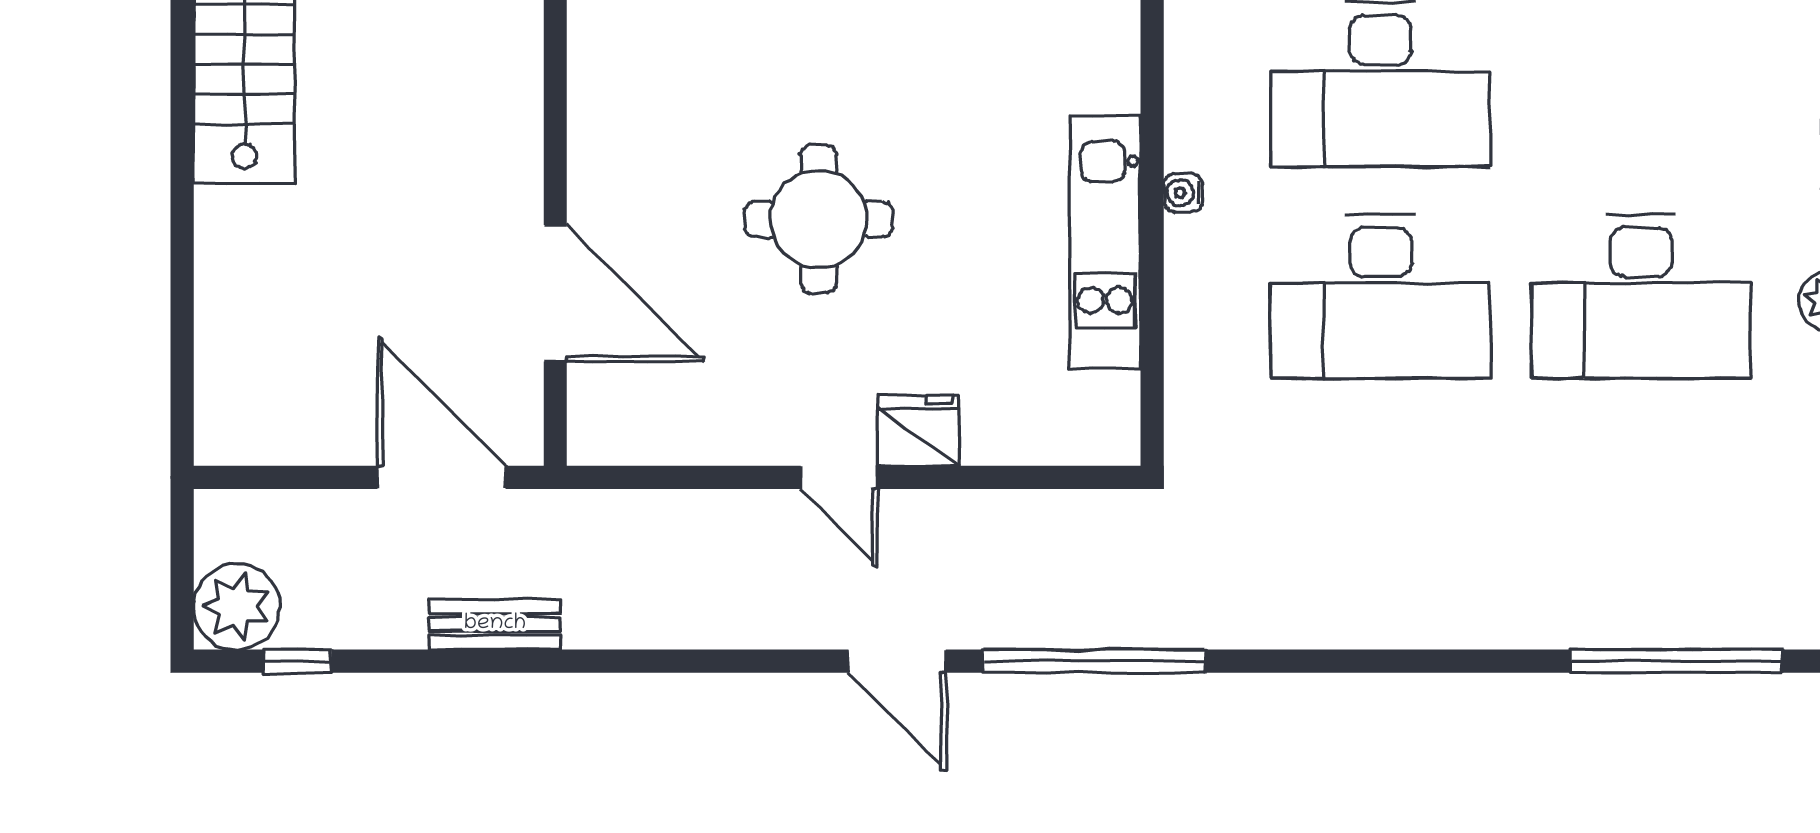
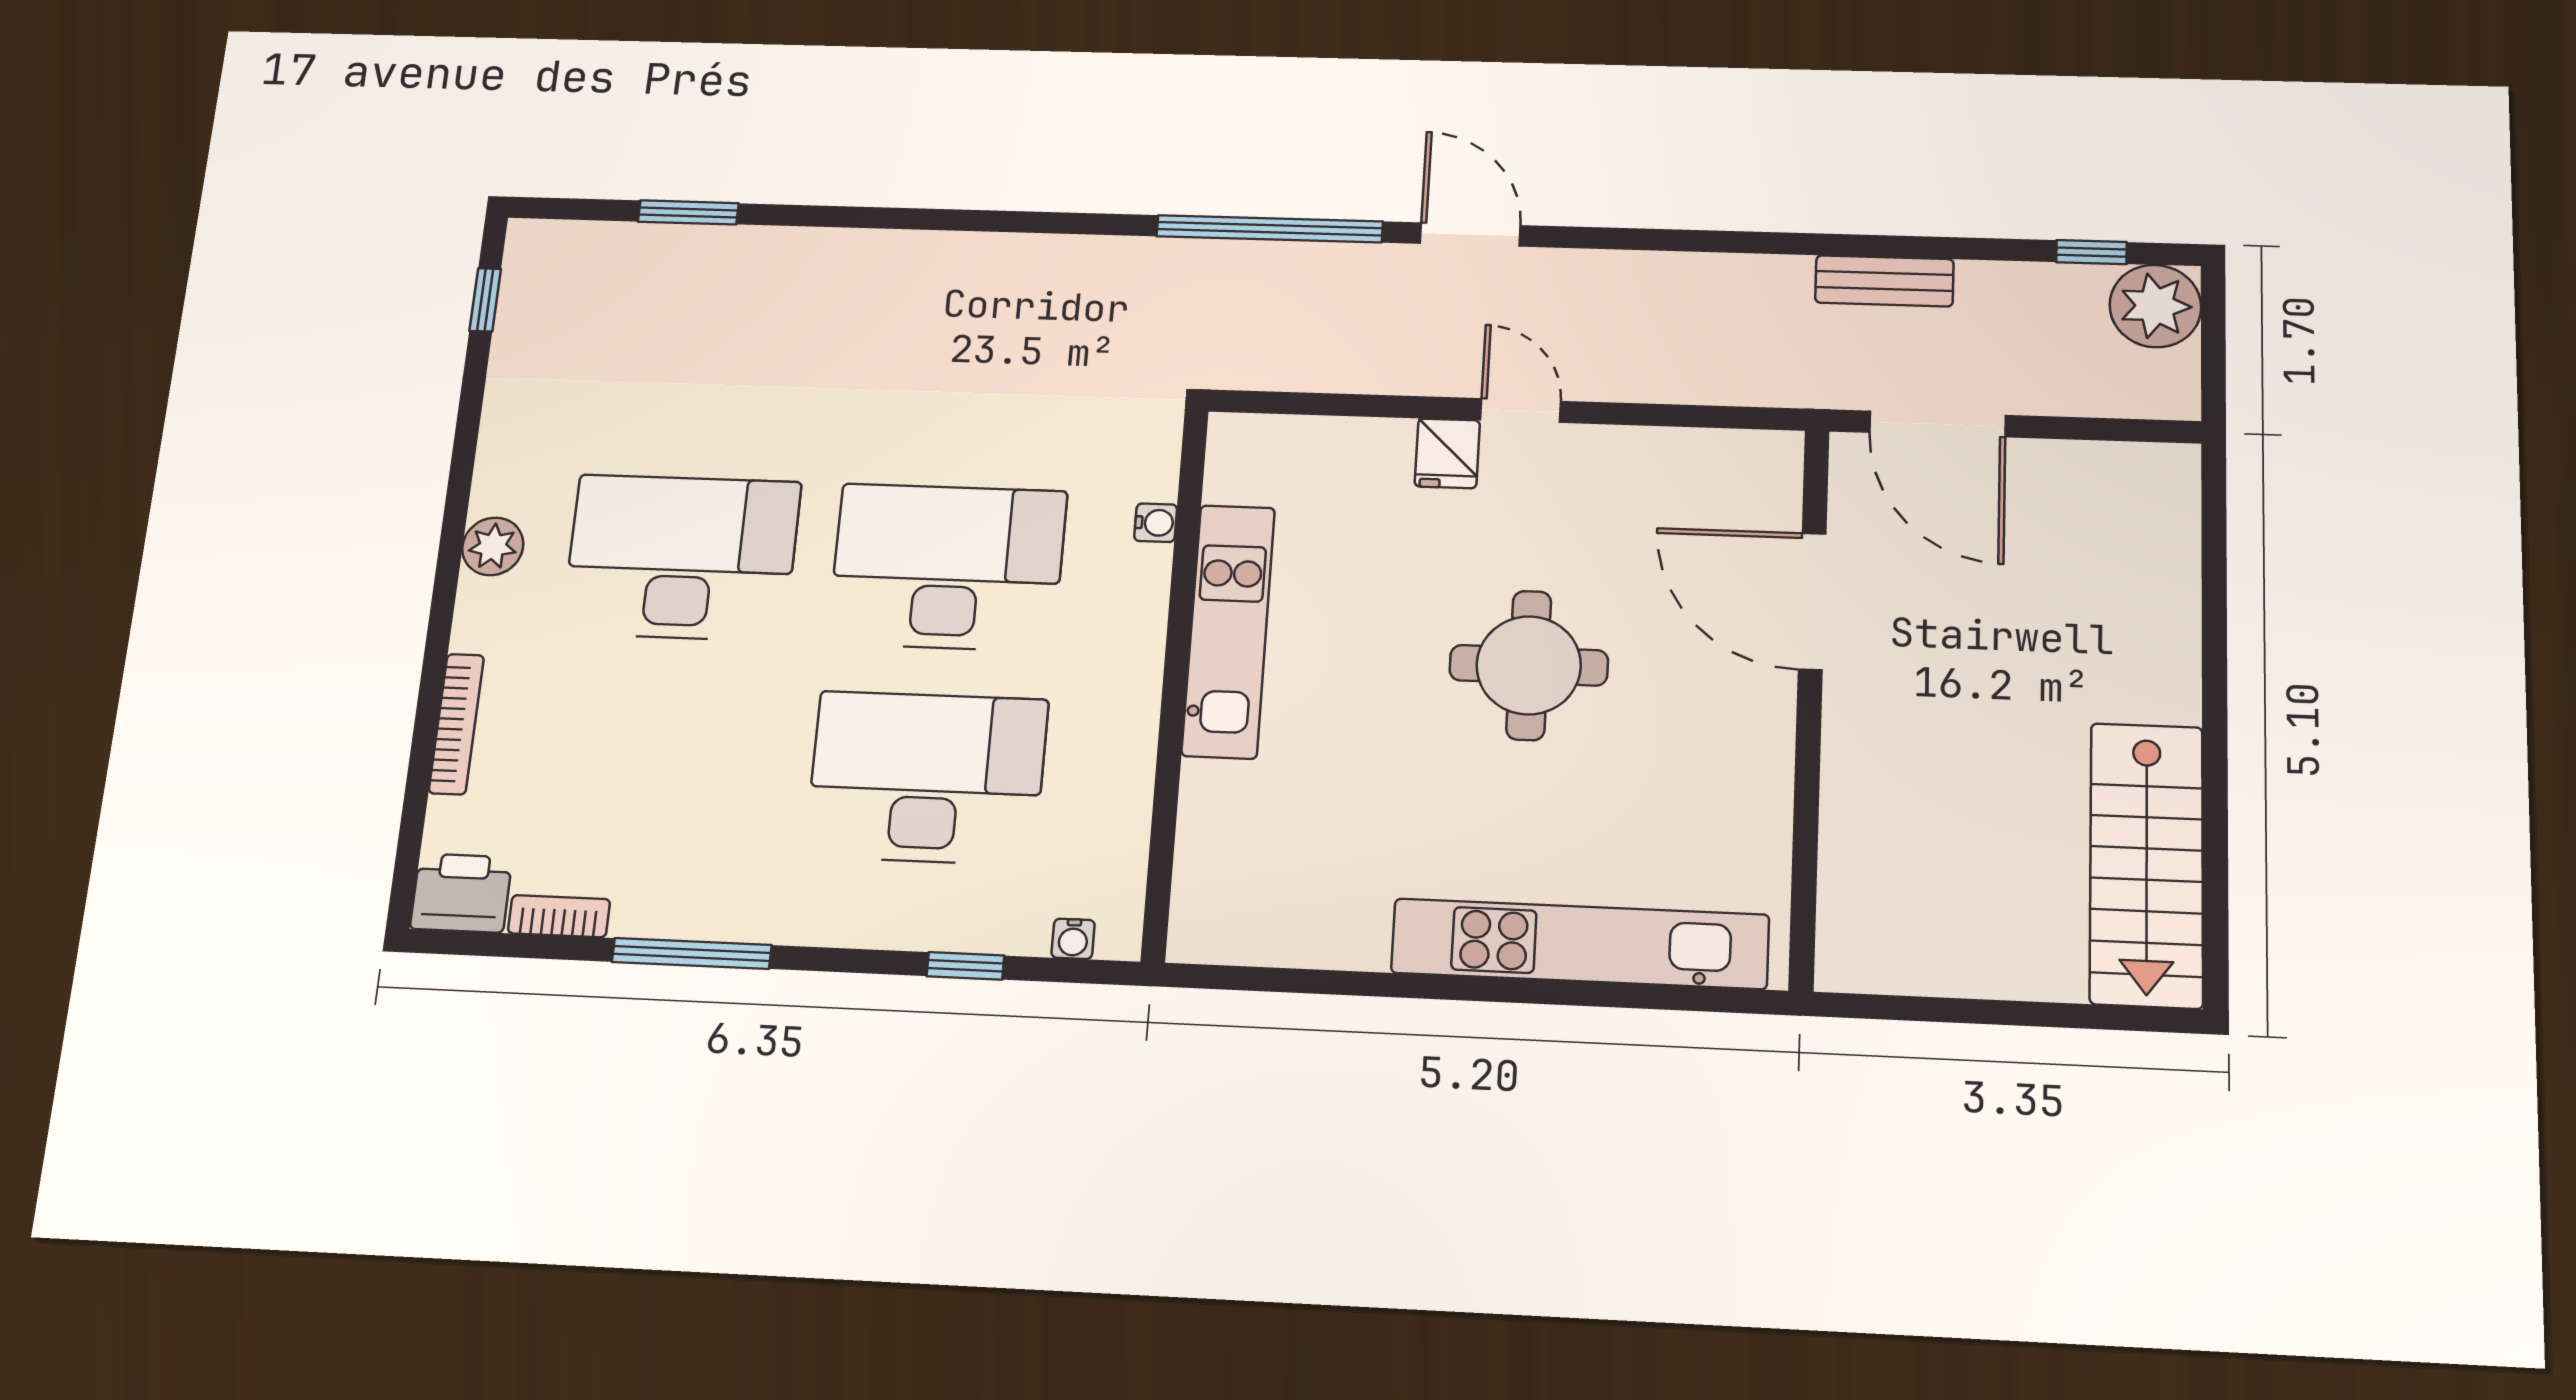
water cooler: (1183, 193) -> (1156, 523), moved
fridge: (918, 431) -> (1447, 453), width x0.72
window: (1676, 661) -> (688, 212), width x0.47

